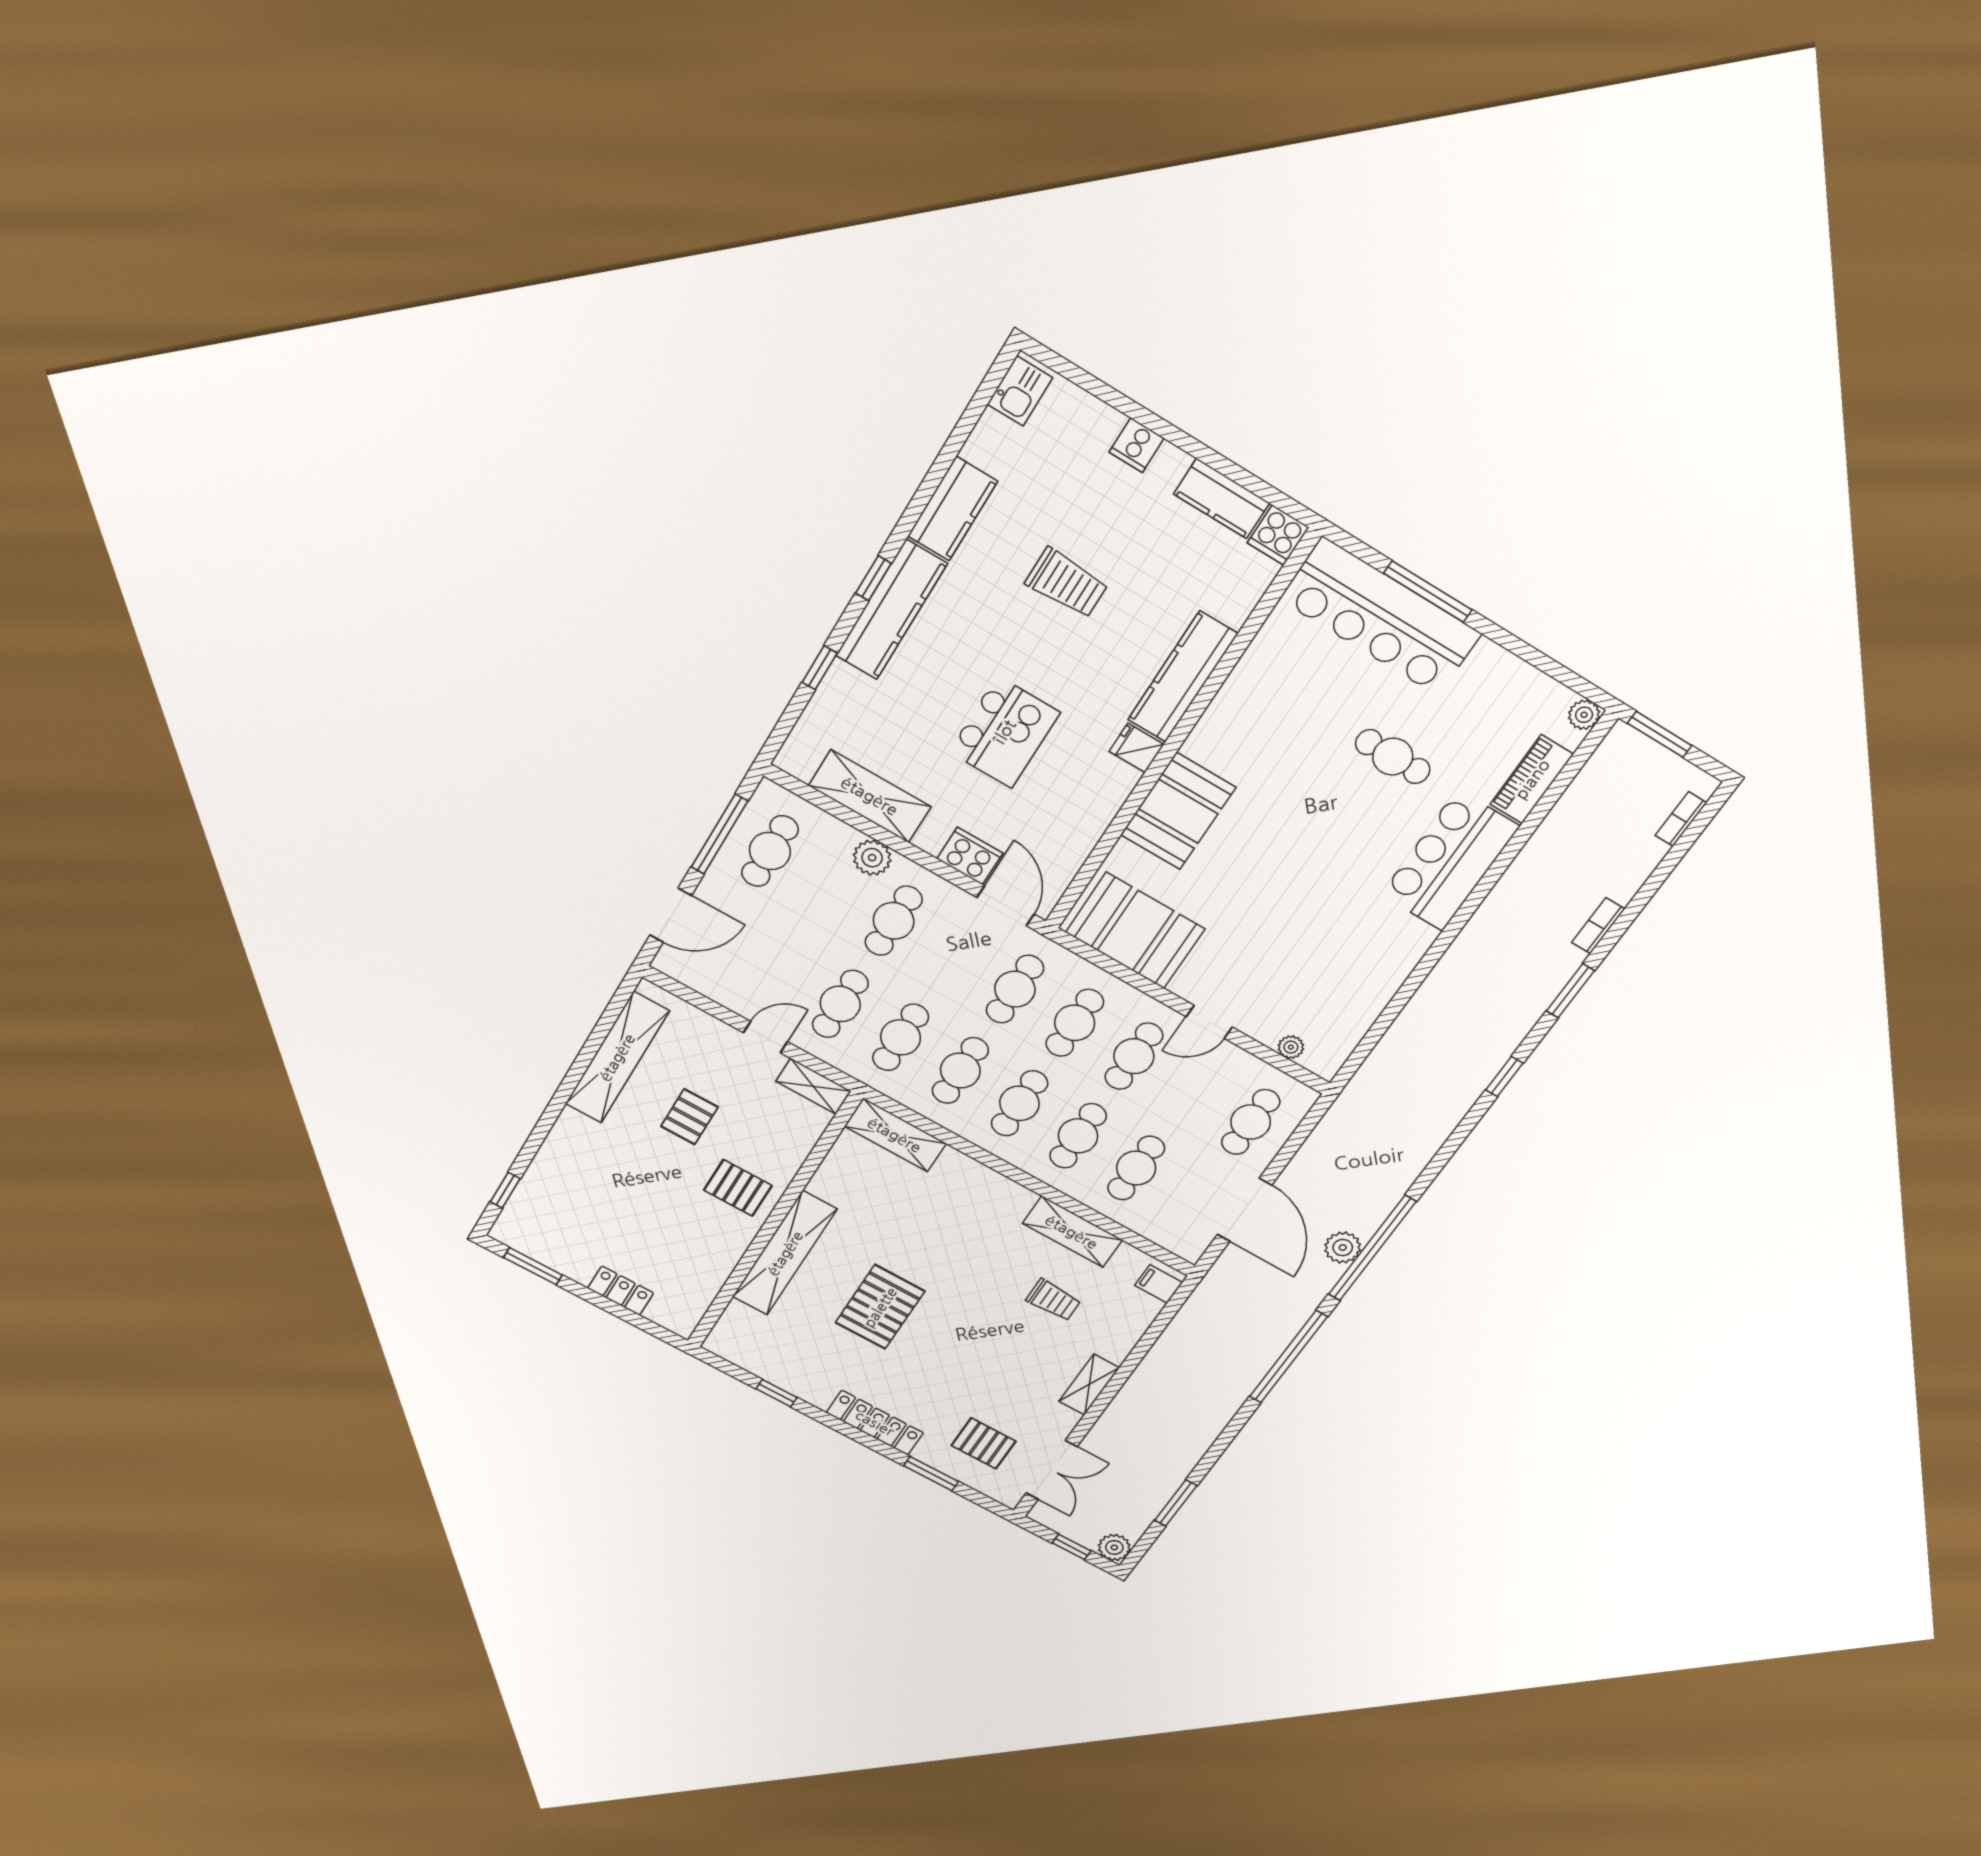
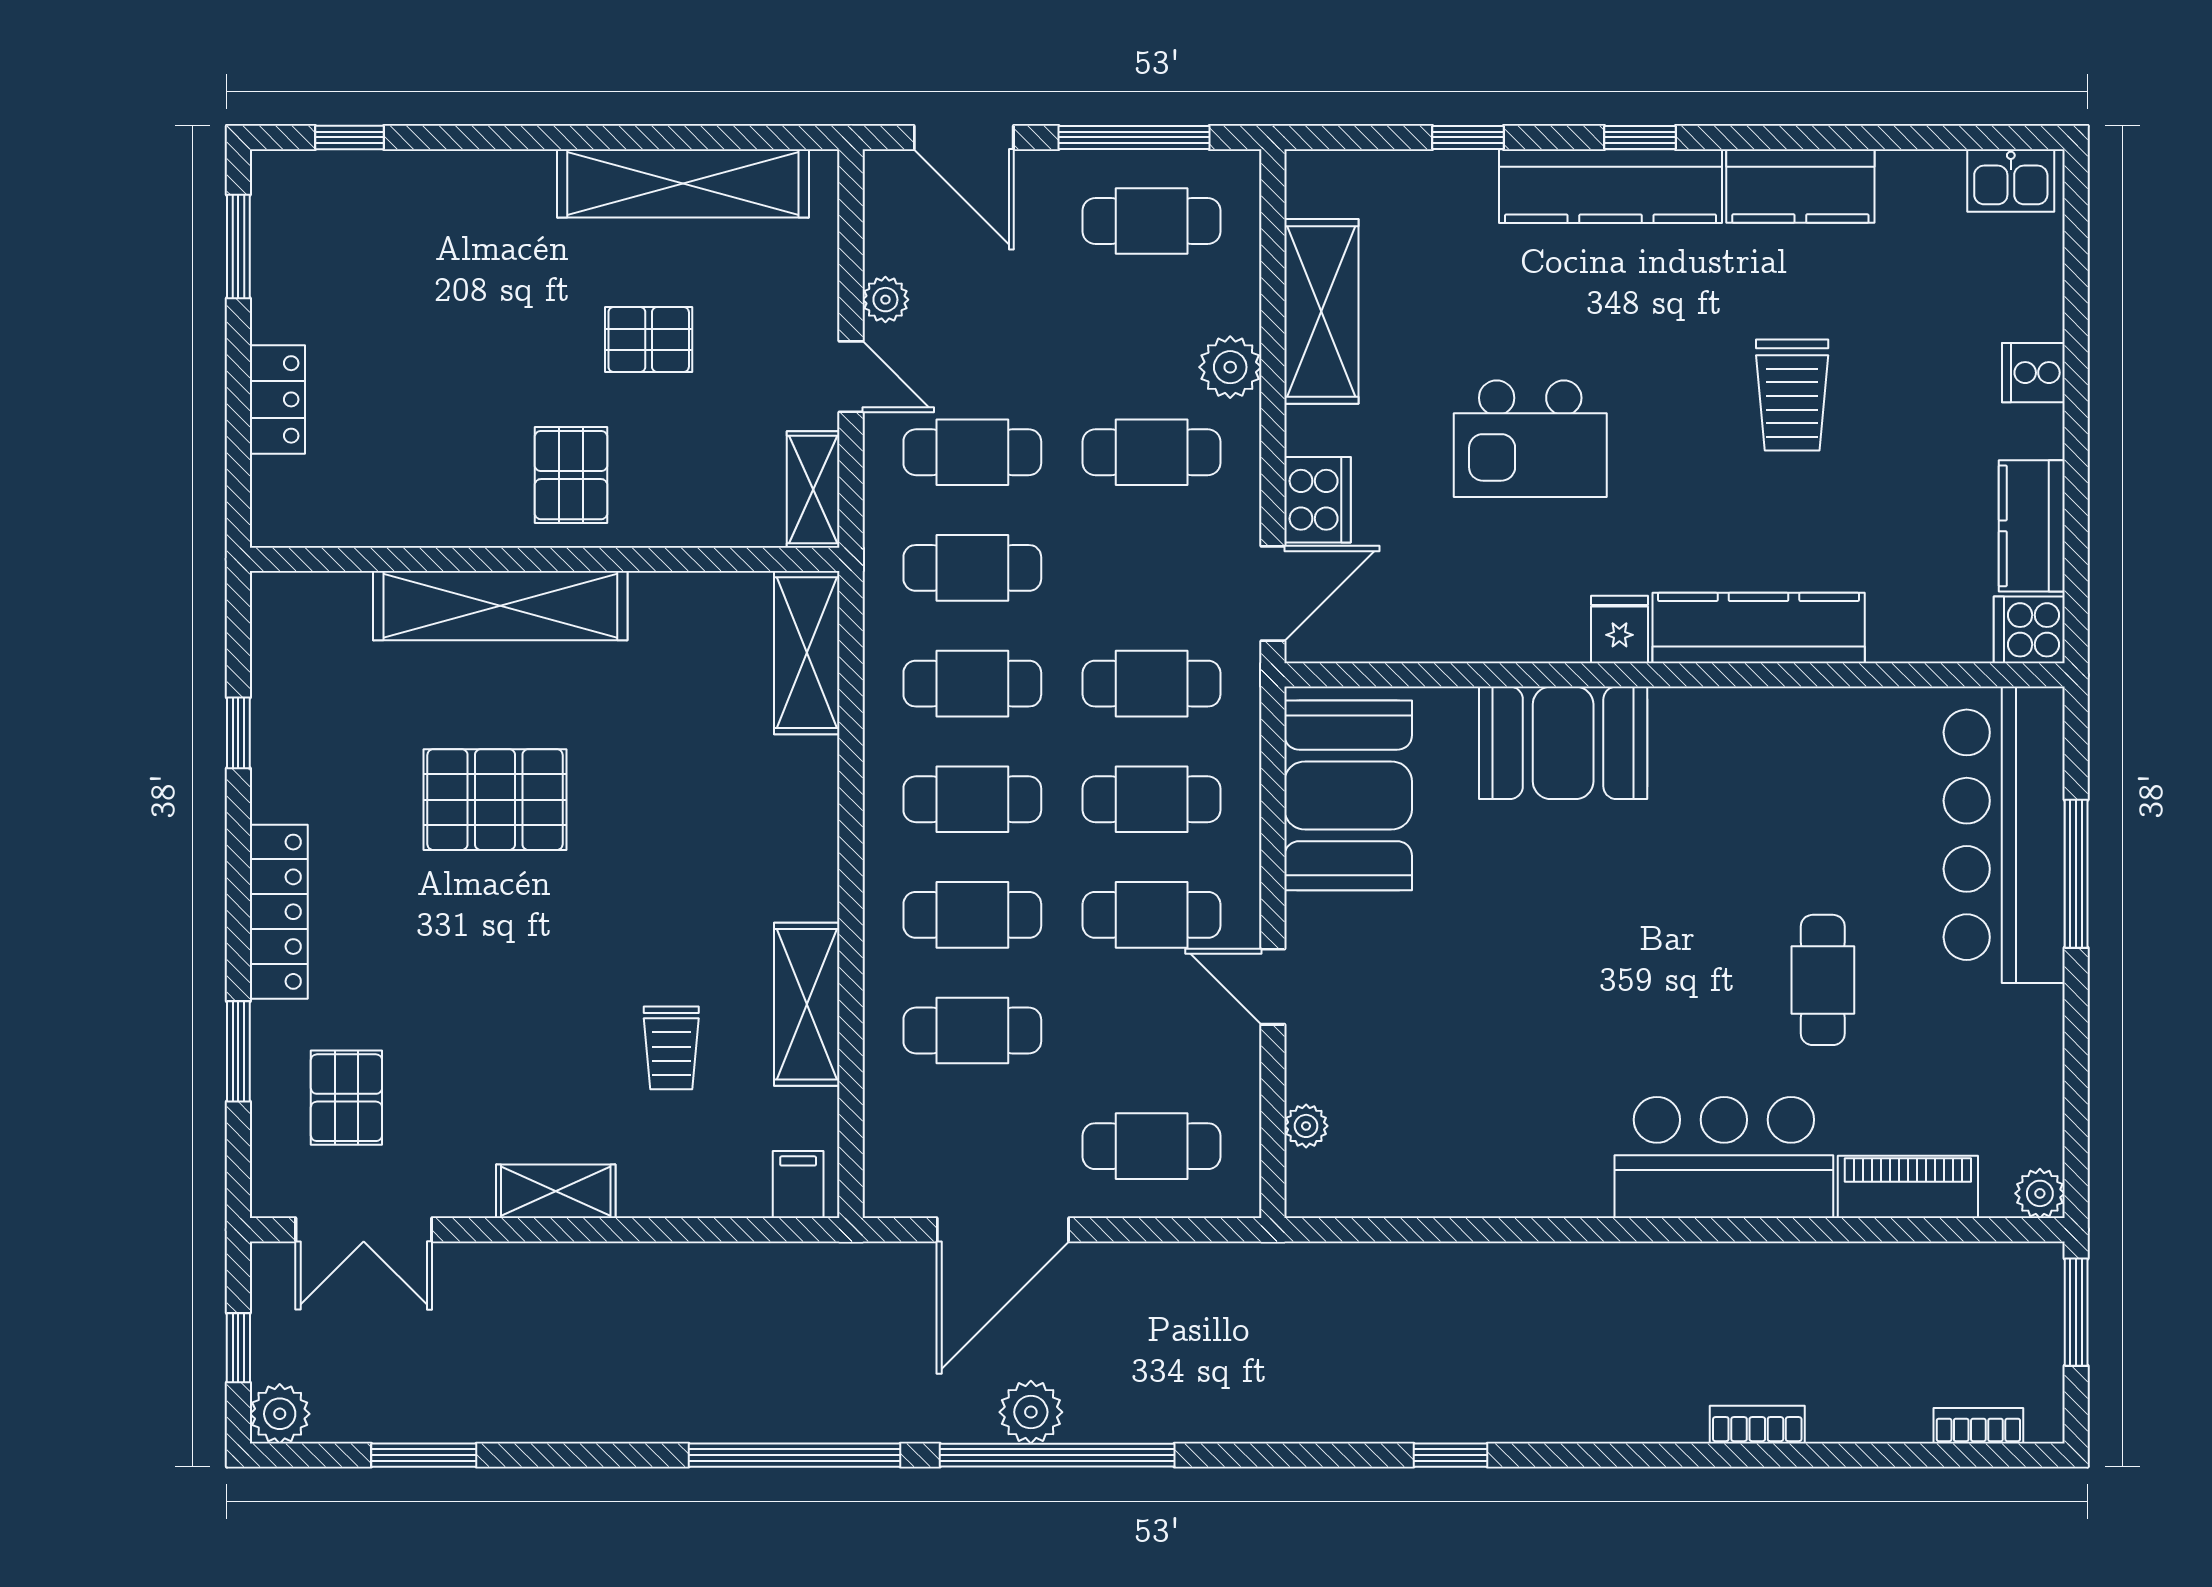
window: (1571, 991) -> (1638, 1455), removed
plant: (735, 999) -> (885, 300), added

